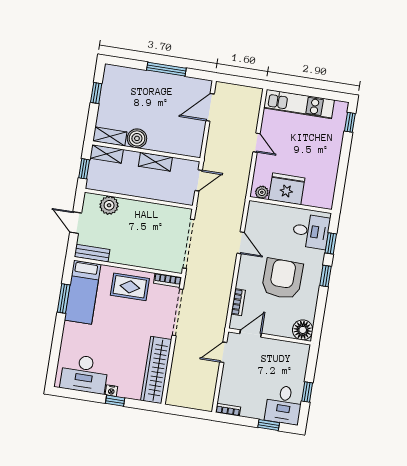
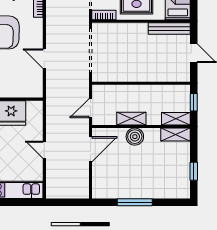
door: (210, 107) -> (91, 149), moved
boiler: (137, 138) -> (135, 137), moved
plant: (262, 192) -> (33, 106), removed
plant: (109, 205) -> (166, 73), removed
bench: (92, 253) -> (169, 28), width x1.36

